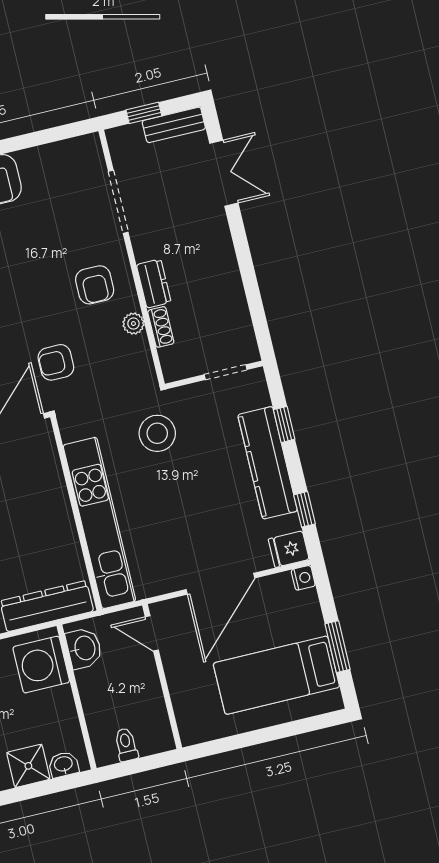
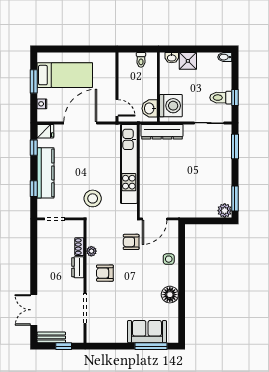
armchair: (95, 285) -> (105, 273), turned -90
armchair: (56, 362) -> (131, 242), turned 180
nightstand: (303, 578) -> (42, 104), moved

